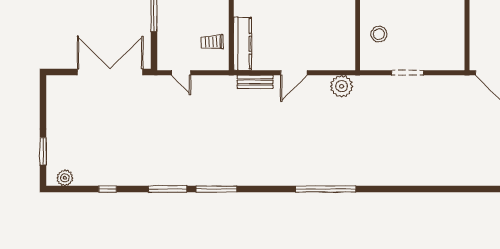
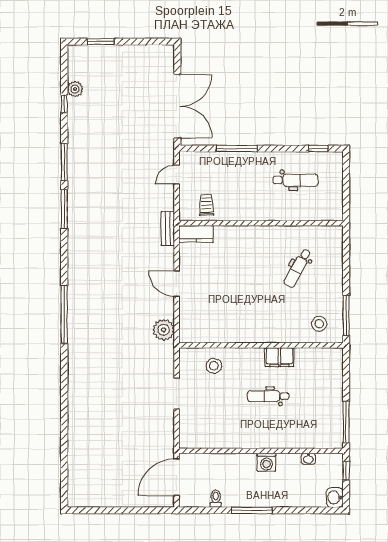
kitchen counter: (242, 44) -> (196, 234), width x0.67
bench: (255, 82) -> (168, 228), moved
plant: (65, 178) -> (75, 89), moved

